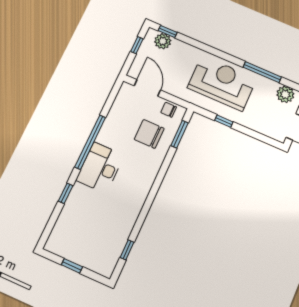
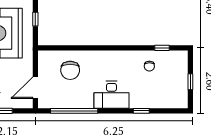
chair: (169, 110) -> (149, 66), moved
window: (179, 134) -> (60, 48), removed
window: (90, 142) -> (74, 111), moved

